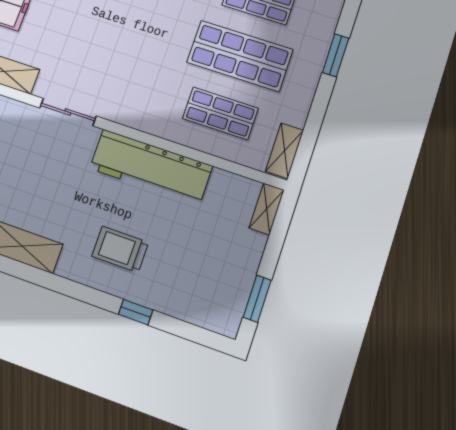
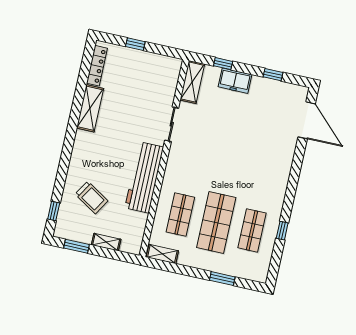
shelving: (267, 209) -> (106, 242), moved
trolley: (120, 249) -> (92, 197), moved, turned 122
window: (136, 312) -> (54, 211), moved

